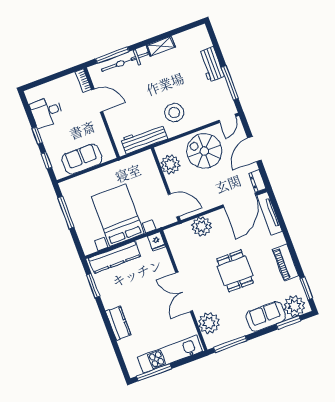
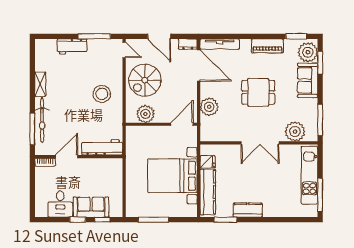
workbench: (144, 139) -> (102, 147), moved, turned 90
sofa: (82, 159) -> (91, 207), moved, turned 90
fridge: (156, 241) -> (208, 162), moved
kitchen counter: (118, 323) -> (248, 210), moved

